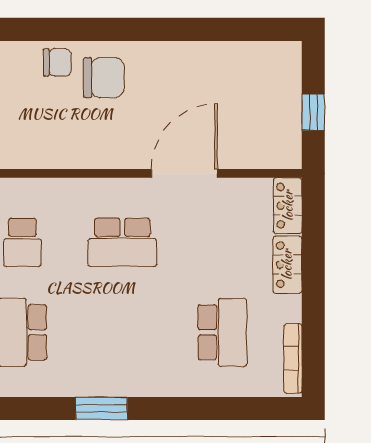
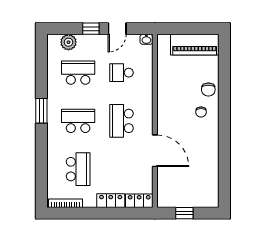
chair: (104, 78) -> (201, 112), width x0.54, depth x0.54
school desk: (122, 332) -> (78, 121), added
school desk: (222, 332) -> (78, 169), turned -90

